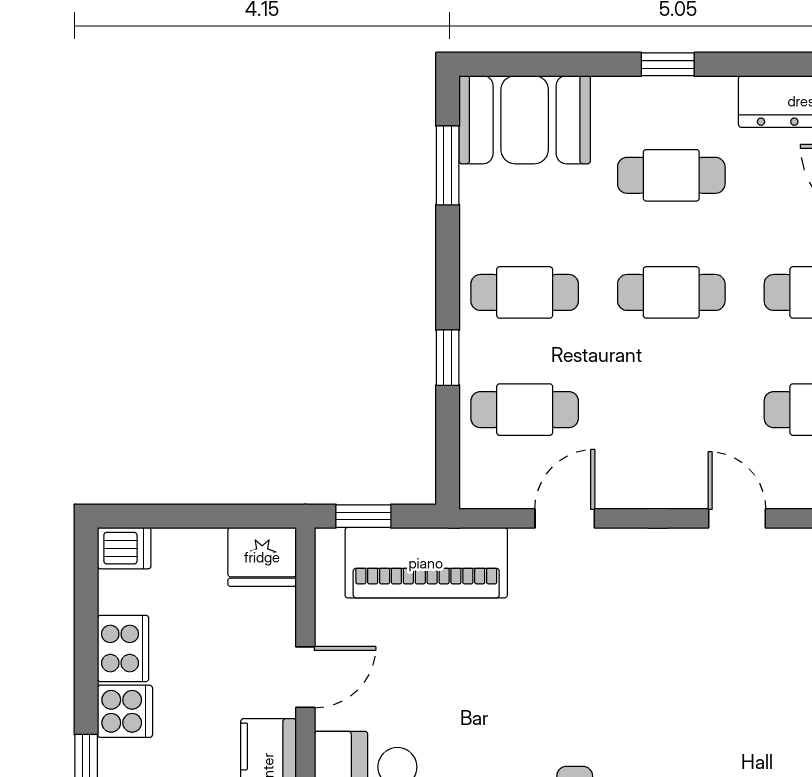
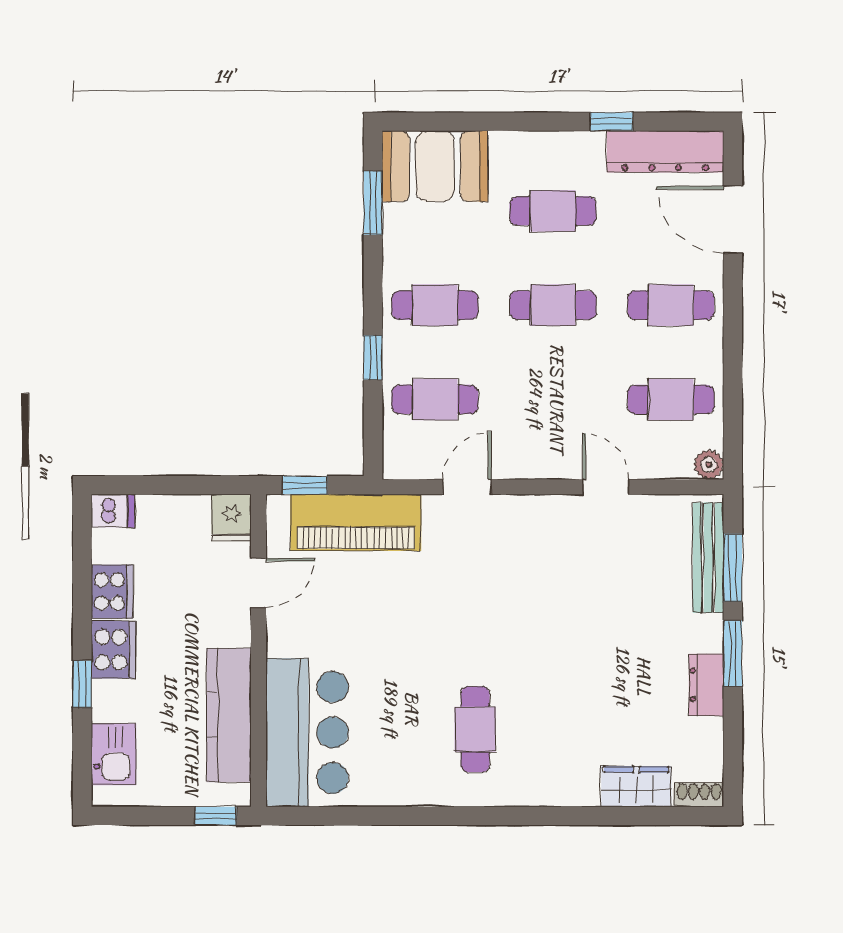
window: (668, 64) -> (611, 122), moved
fridge: (262, 557) -> (231, 518), width x0.72
door: (305, 677) -> (258, 583), moved
cooker: (125, 711) -> (113, 650), width x1.36

